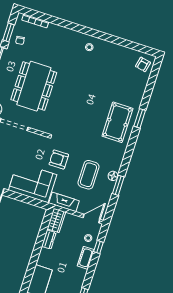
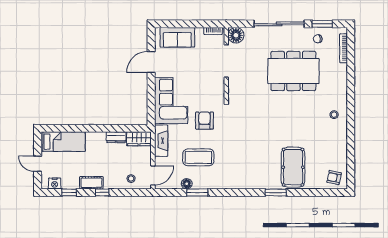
dining table: (34, 86) -> (293, 71), moved
pool table: (117, 122) -> (293, 167), moved, turned 90
floor lamp: (113, 176) -> (187, 184), moved
door: (91, 219) -> (153, 175), hinge flipped
window: (98, 247) -> (102, 192), moved
cot: (86, 258) -> (91, 183), moved

